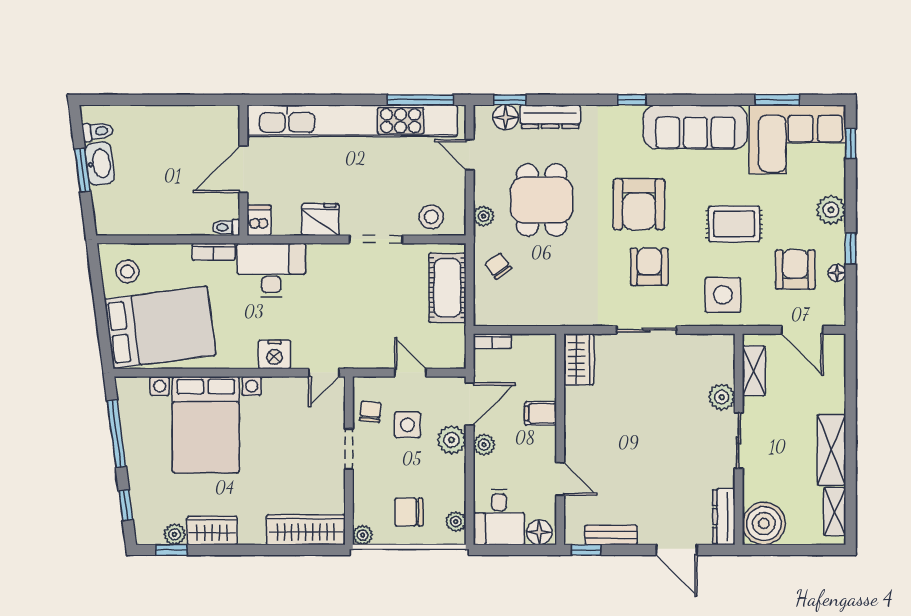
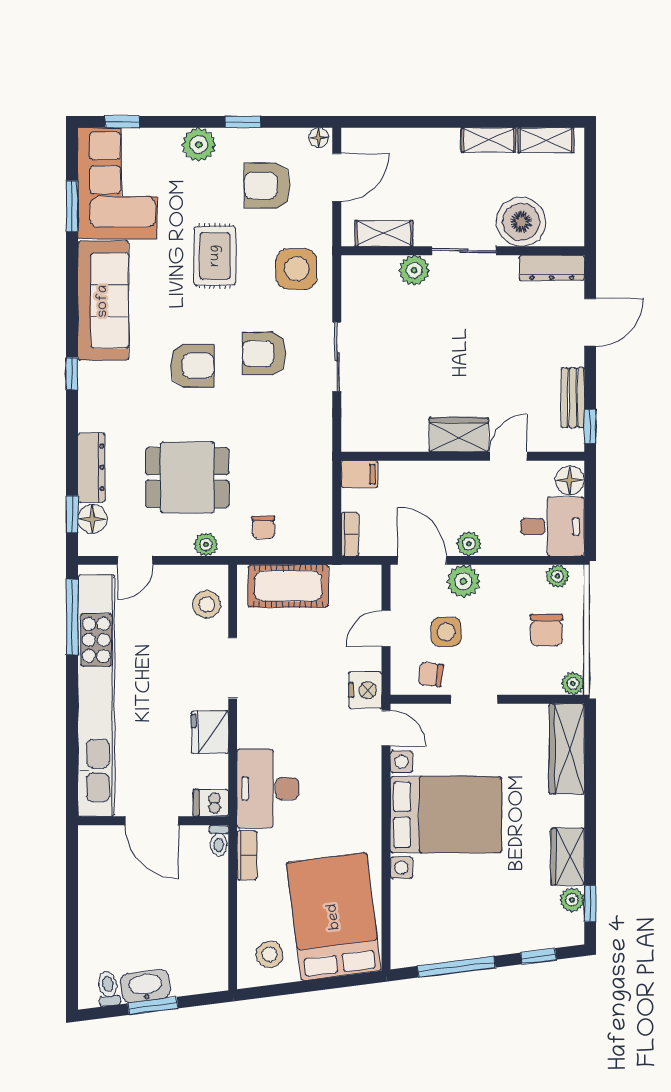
armchair: (639, 204) -> (192, 366), width x0.73, depth x0.73
chair: (498, 266) -> (263, 527), turned -54
floor lamp: (837, 273) -> (319, 138), moved
nightstand: (275, 355) -> (365, 690), moved
wardrobe: (579, 359) -> (459, 435), moved
filing cabinet: (540, 413) -> (359, 474), moved, turned -90
bed with nightstands: (206, 425) -> (446, 815), moved
shelving: (831, 450) -> (489, 140), width x0.67, depth x0.75
boiler: (764, 524) -> (521, 222), moved

